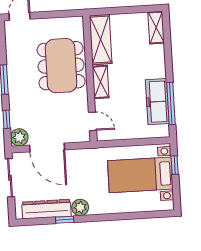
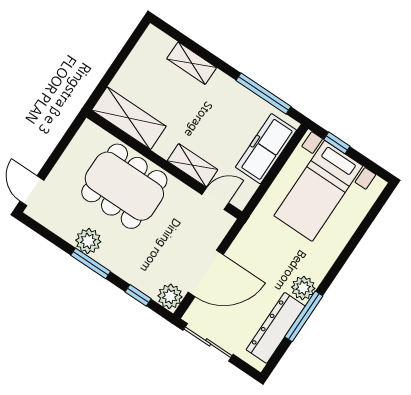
shelving: (156, 28) -> (192, 63), moved
plant: (16, 69) -> (88, 241), added
shelving: (101, 82) -> (192, 165), moved
freezer: (157, 102) -> (266, 149), moved, turned 90
window: (65, 220) -> (304, 316), width x2.17

